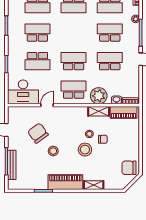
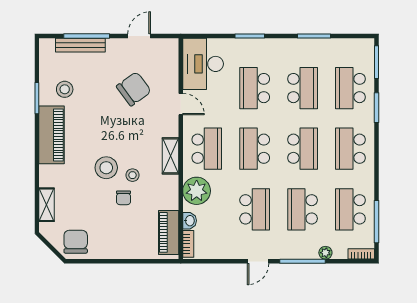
school desk: (74, 33) -> (303, 149), added
school desk: (110, 33) -> (303, 209), turned 180
school desk: (74, 61) -> (255, 149), turned 180
shelving: (99, 111) -> (170, 156), moved
stool: (53, 151) -> (65, 89), moved
shelving: (94, 185) -> (47, 205), moved

